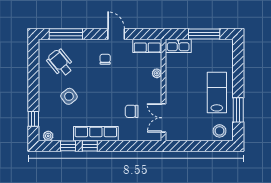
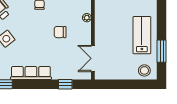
chair: (132, 111) -> (60, 32), moved
window: (90, 146) -> (65, 84), moved

